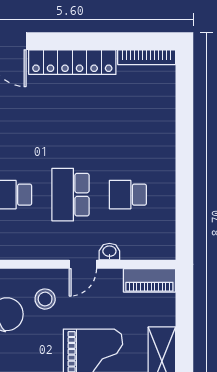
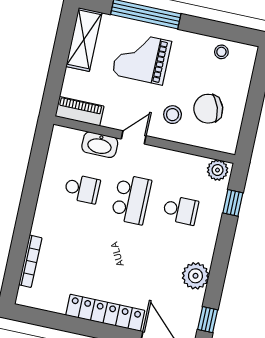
bookcase: (147, 57) -> (30, 261), moved, turned 90
washbasin: (109, 252) -> (100, 145), width x1.91, depth x1.45

